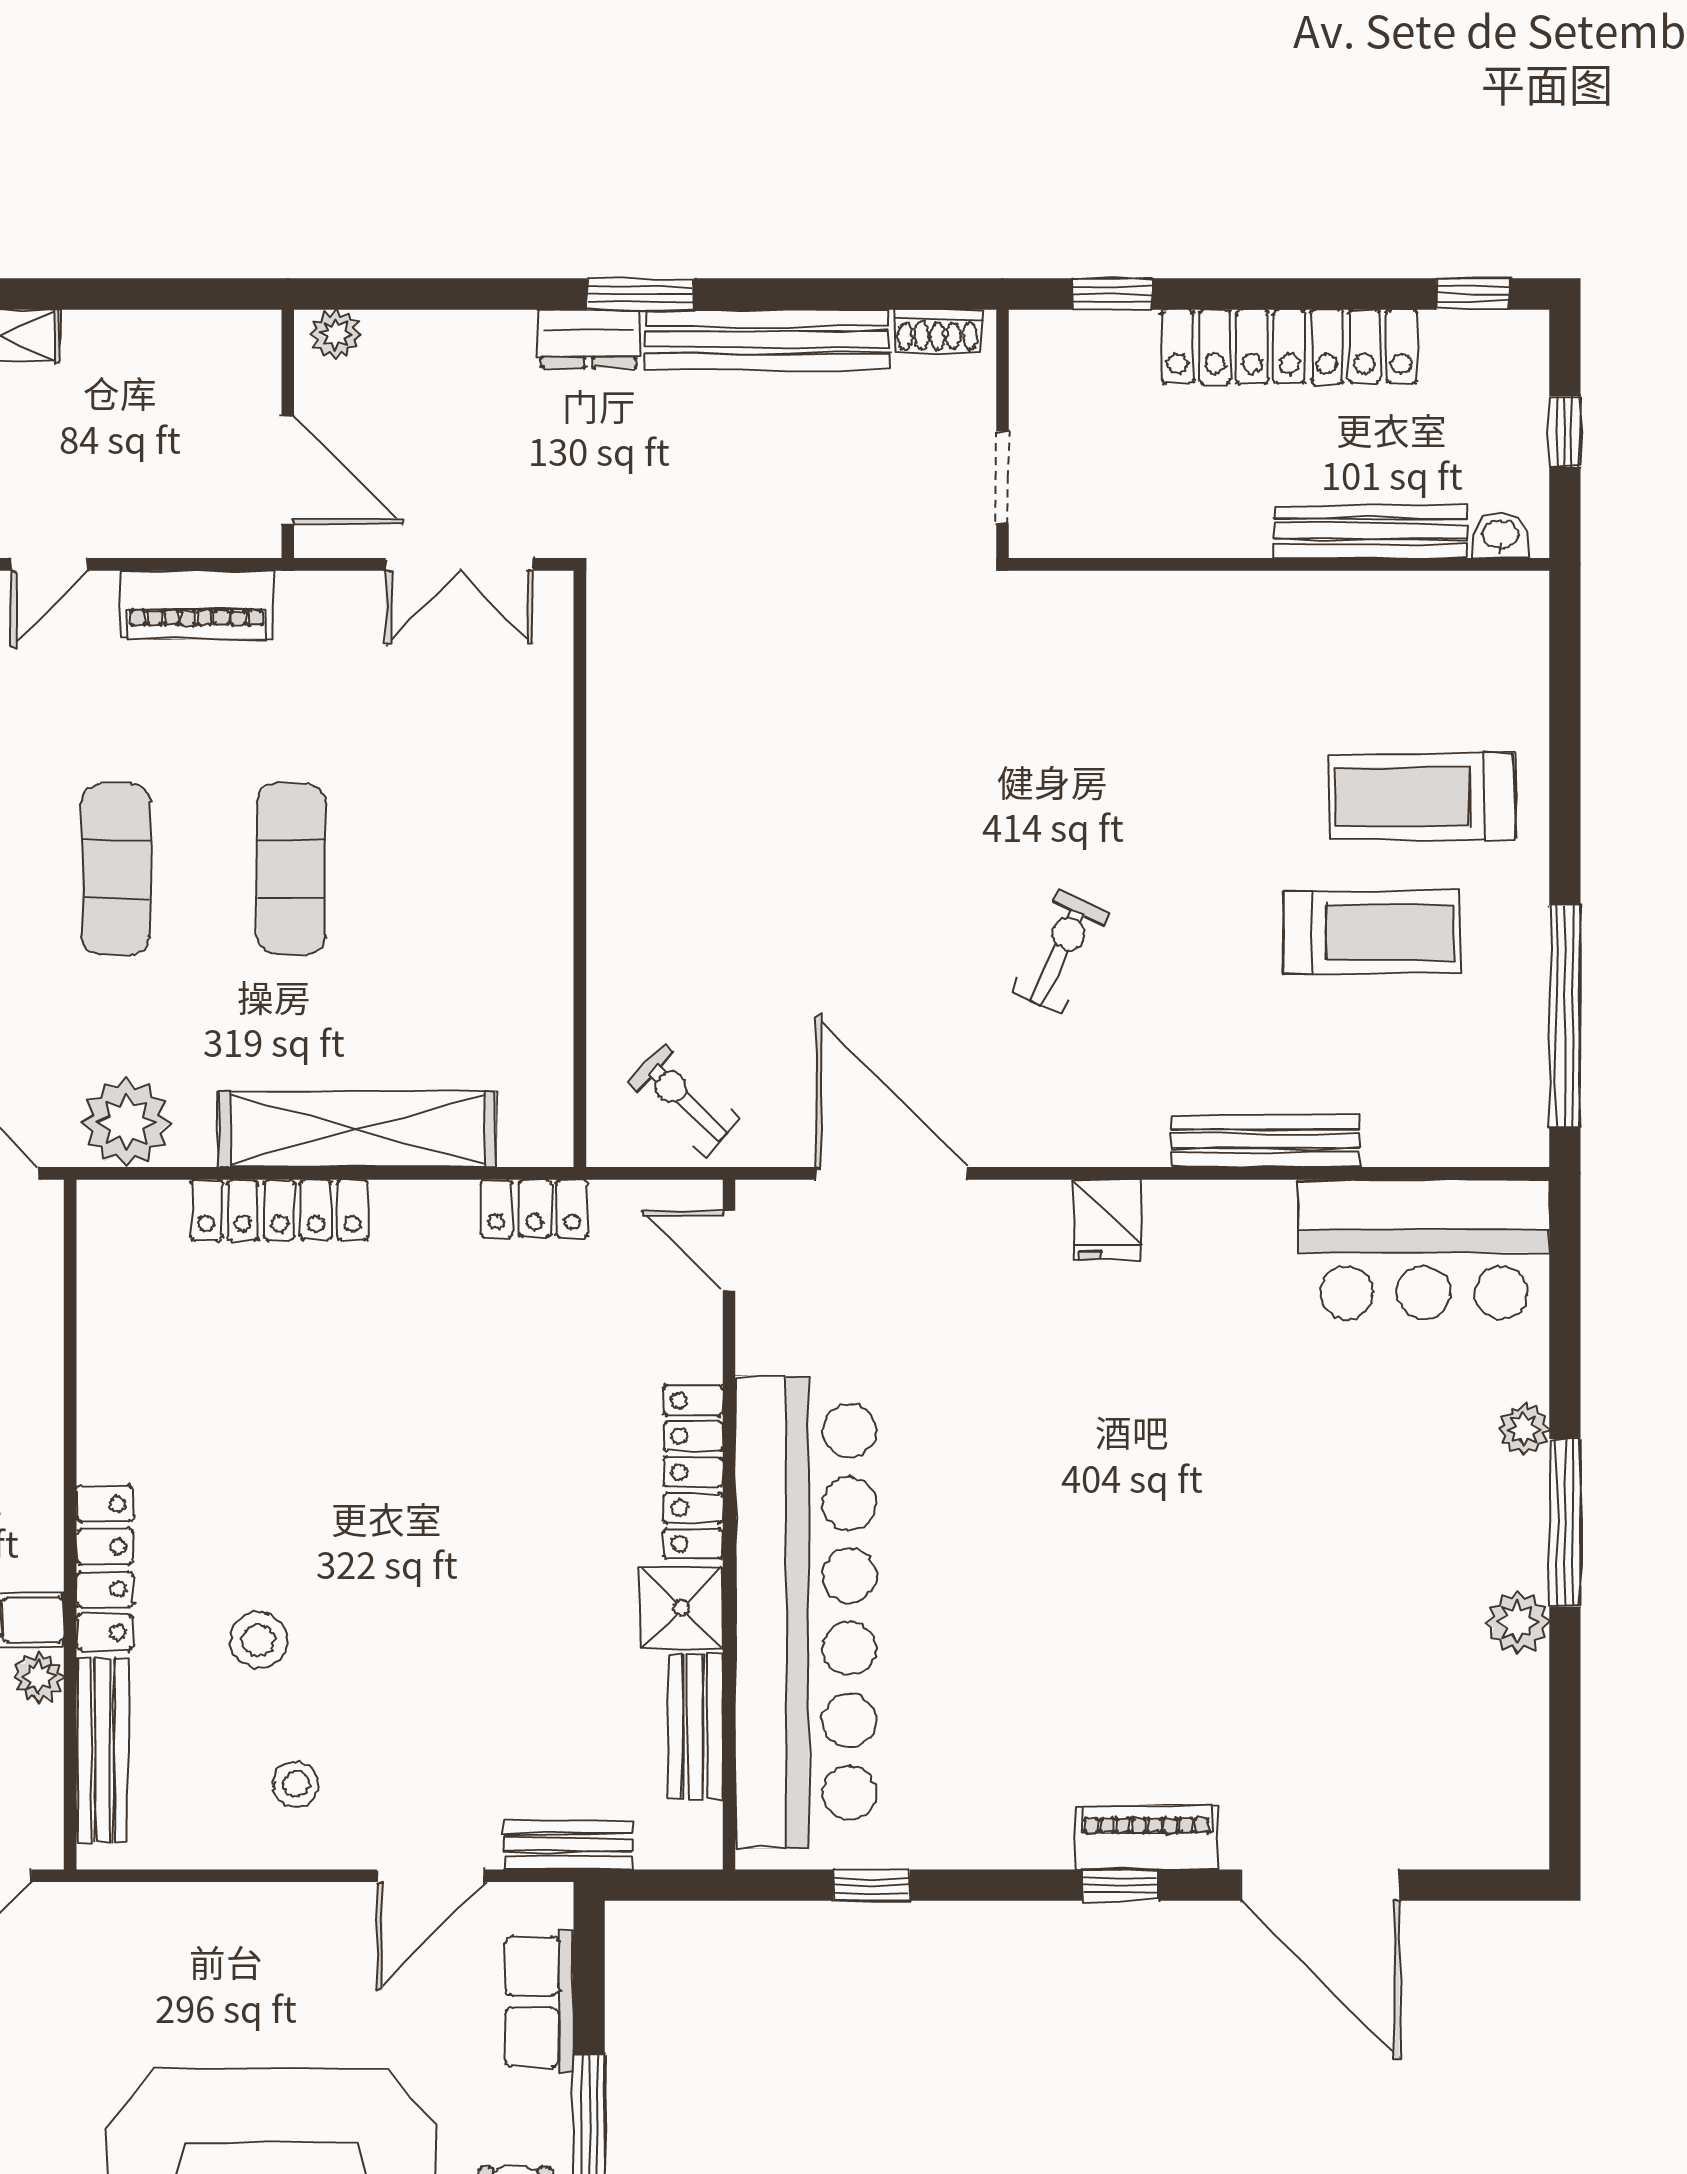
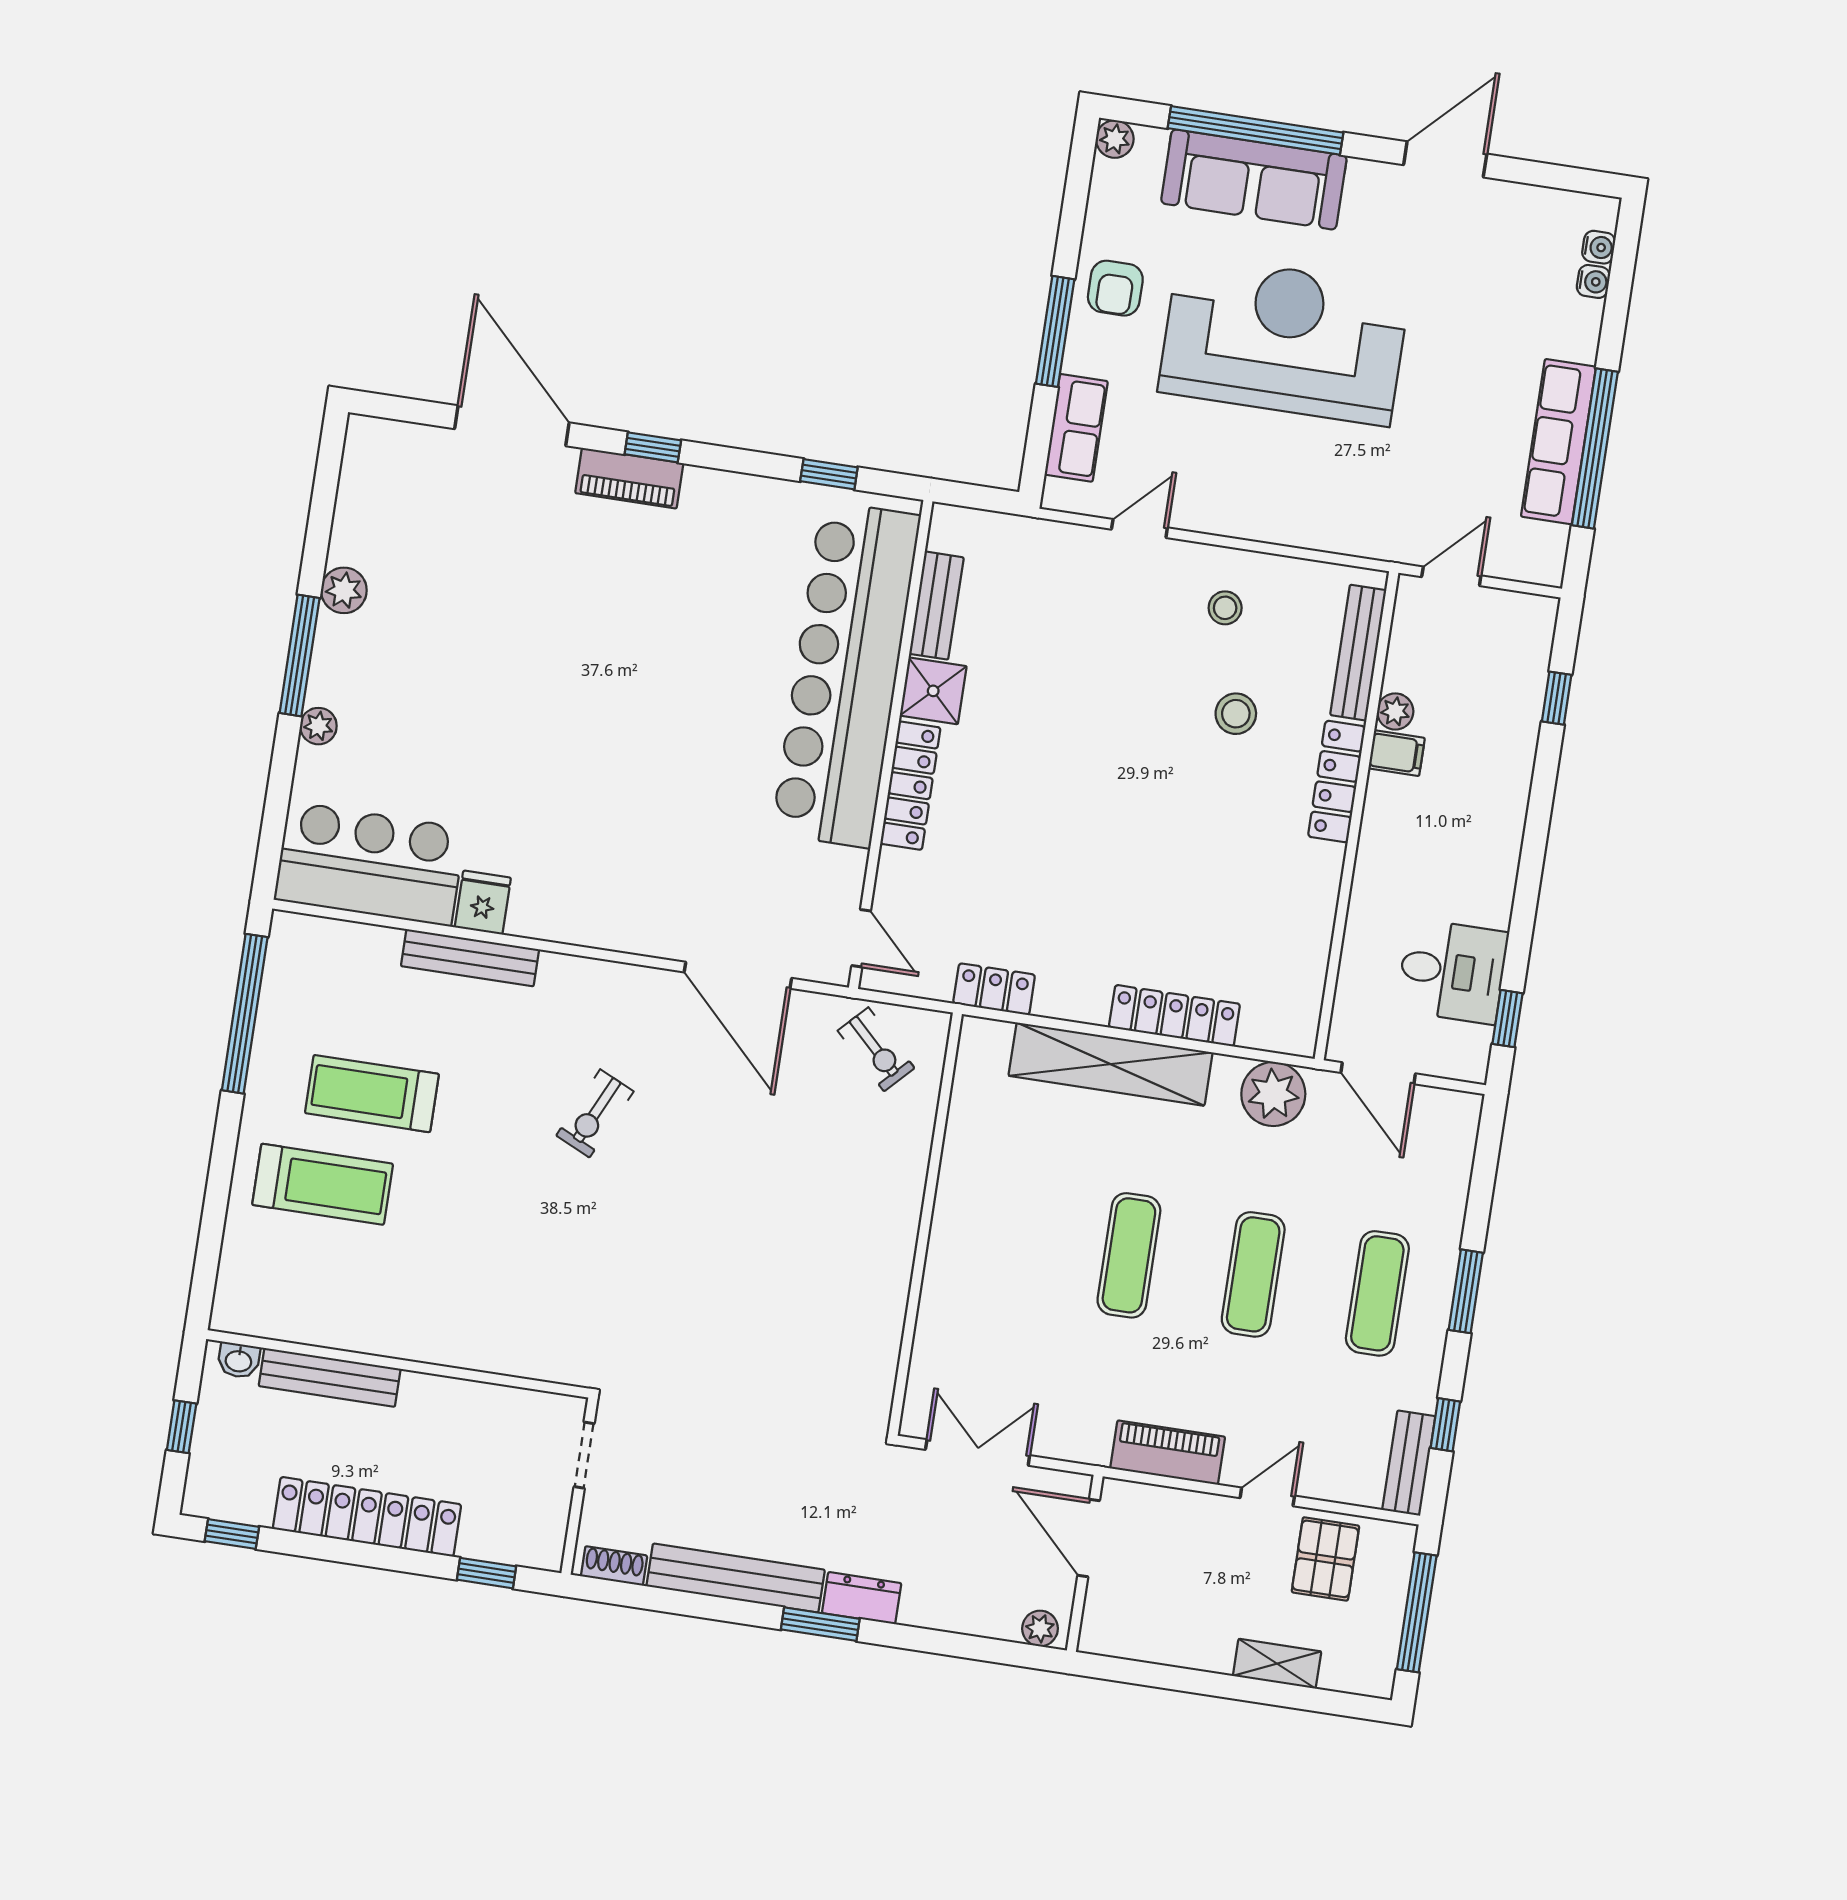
fridge: (1107, 1220) -> (483, 903), moved
bench: (568, 1845) -> (1039, 535), removed
door: (431, 1876) -> (1139, 529), width x0.73

